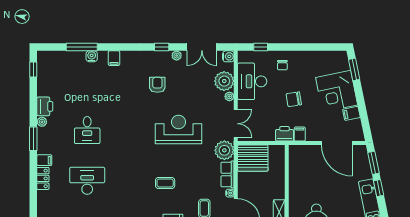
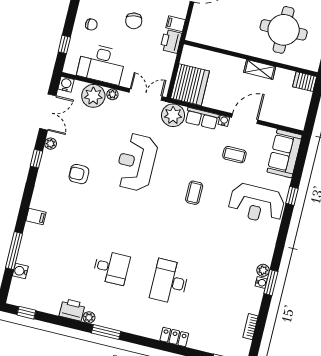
water cooler: (92, 56) -> (20, 271), moved
filing cabinet: (44, 160) -> (134, 325), removed
locker: (43, 178) -> (174, 337), moved

